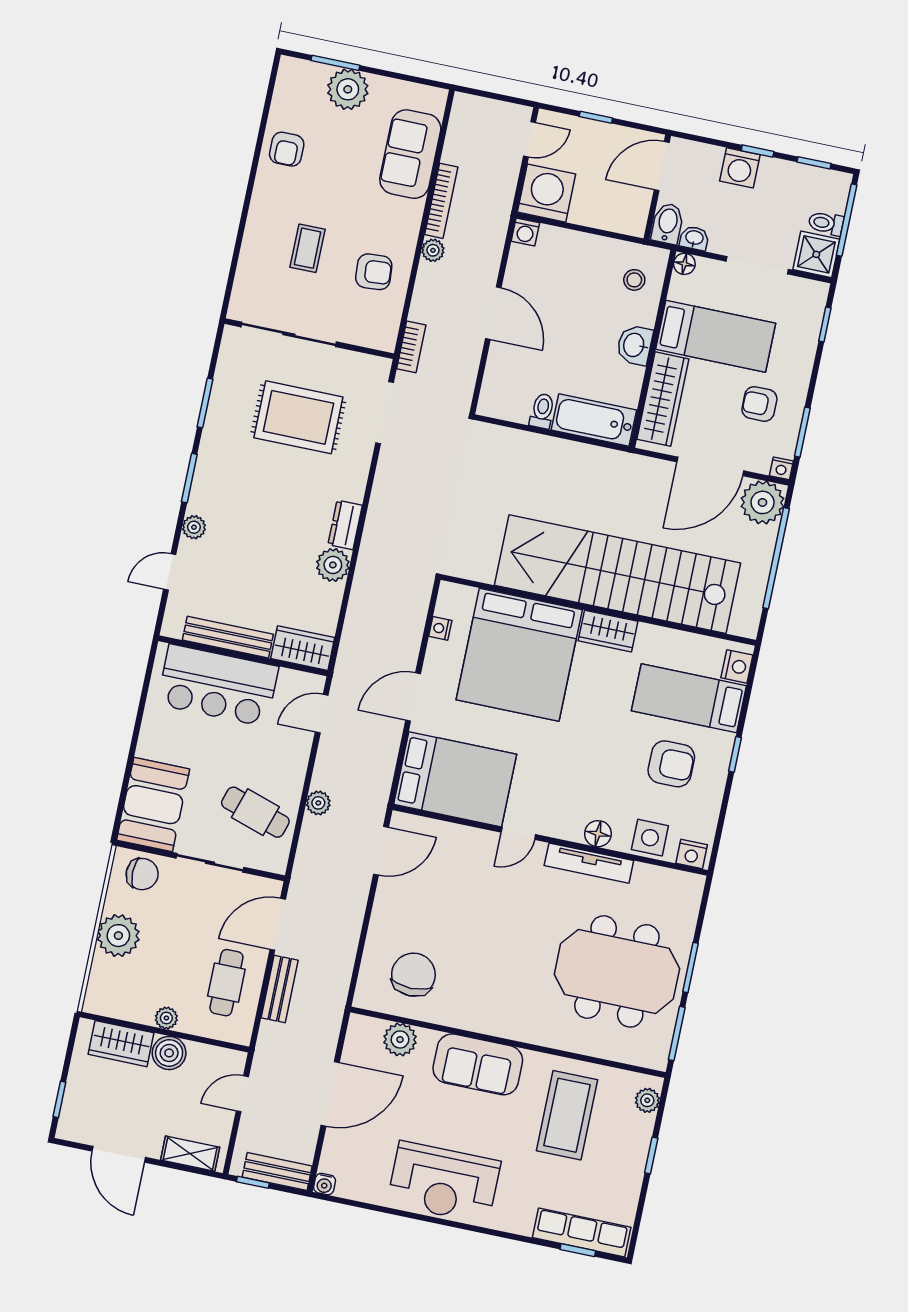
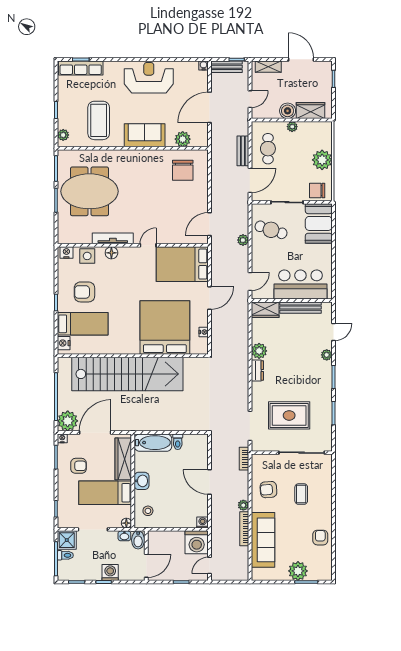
sofa: (410, 154) -> (263, 540), width x1.36
wardrobe: (608, 631) -> (126, 347), removed

